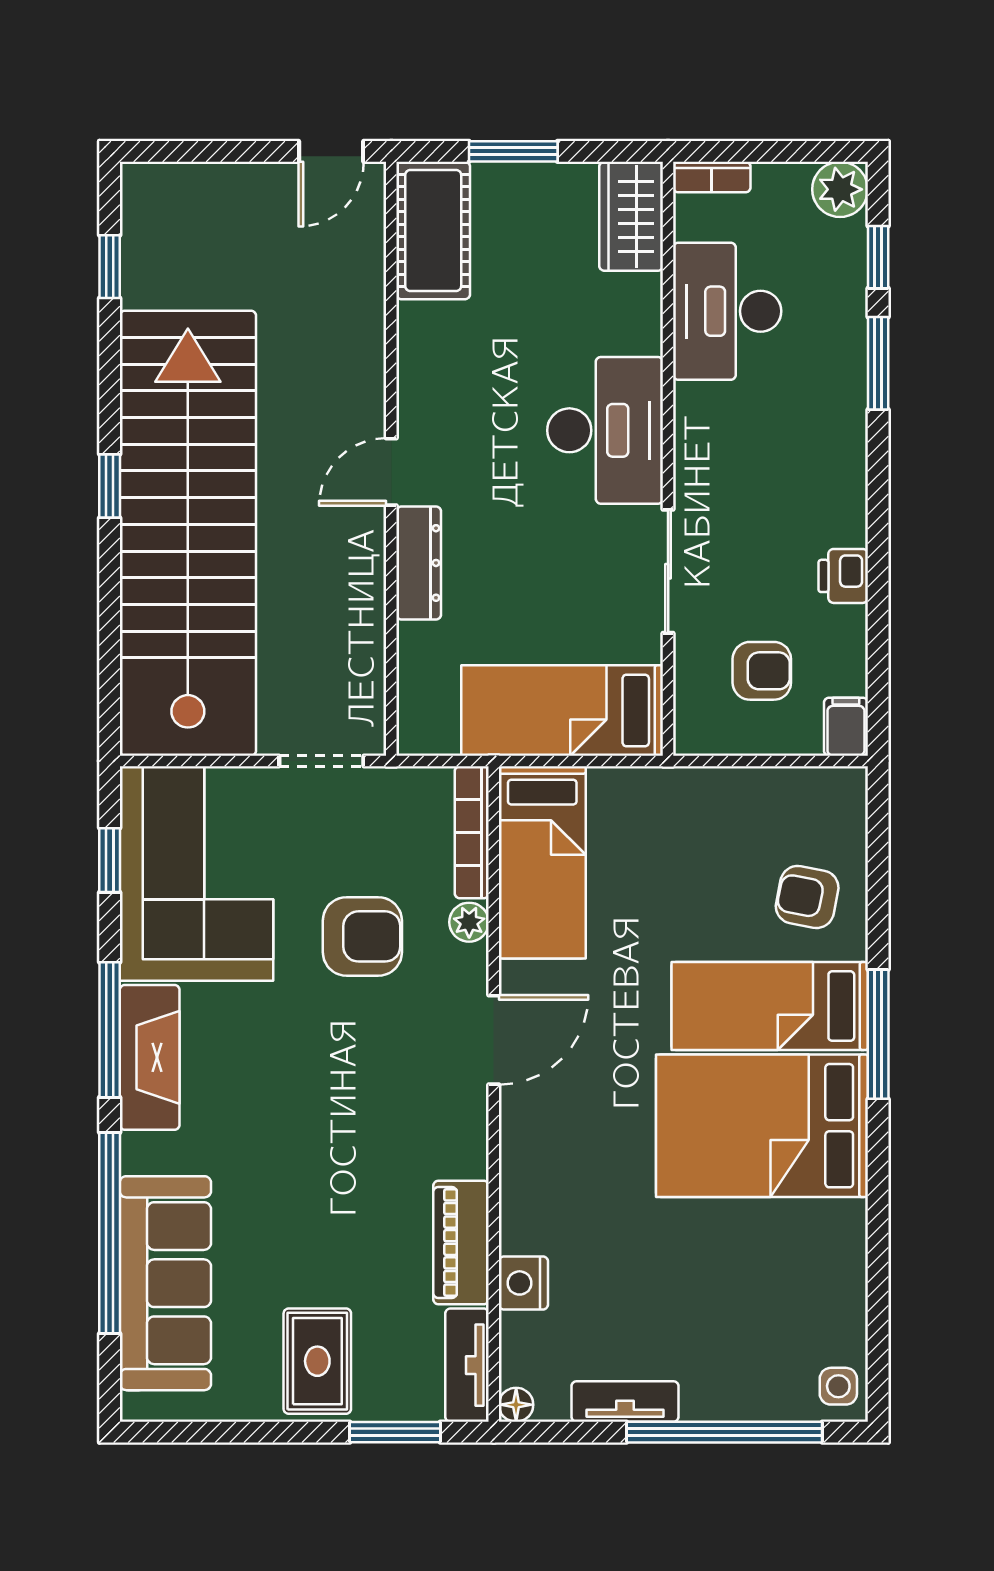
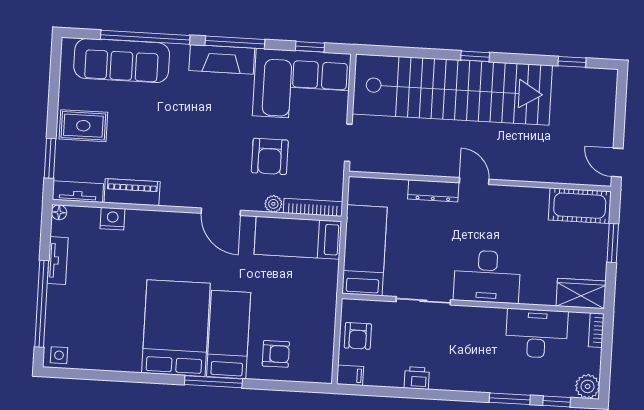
armchair: (762, 671) -> (358, 336), moved
armchair: (807, 897) -> (276, 354), turned 79

